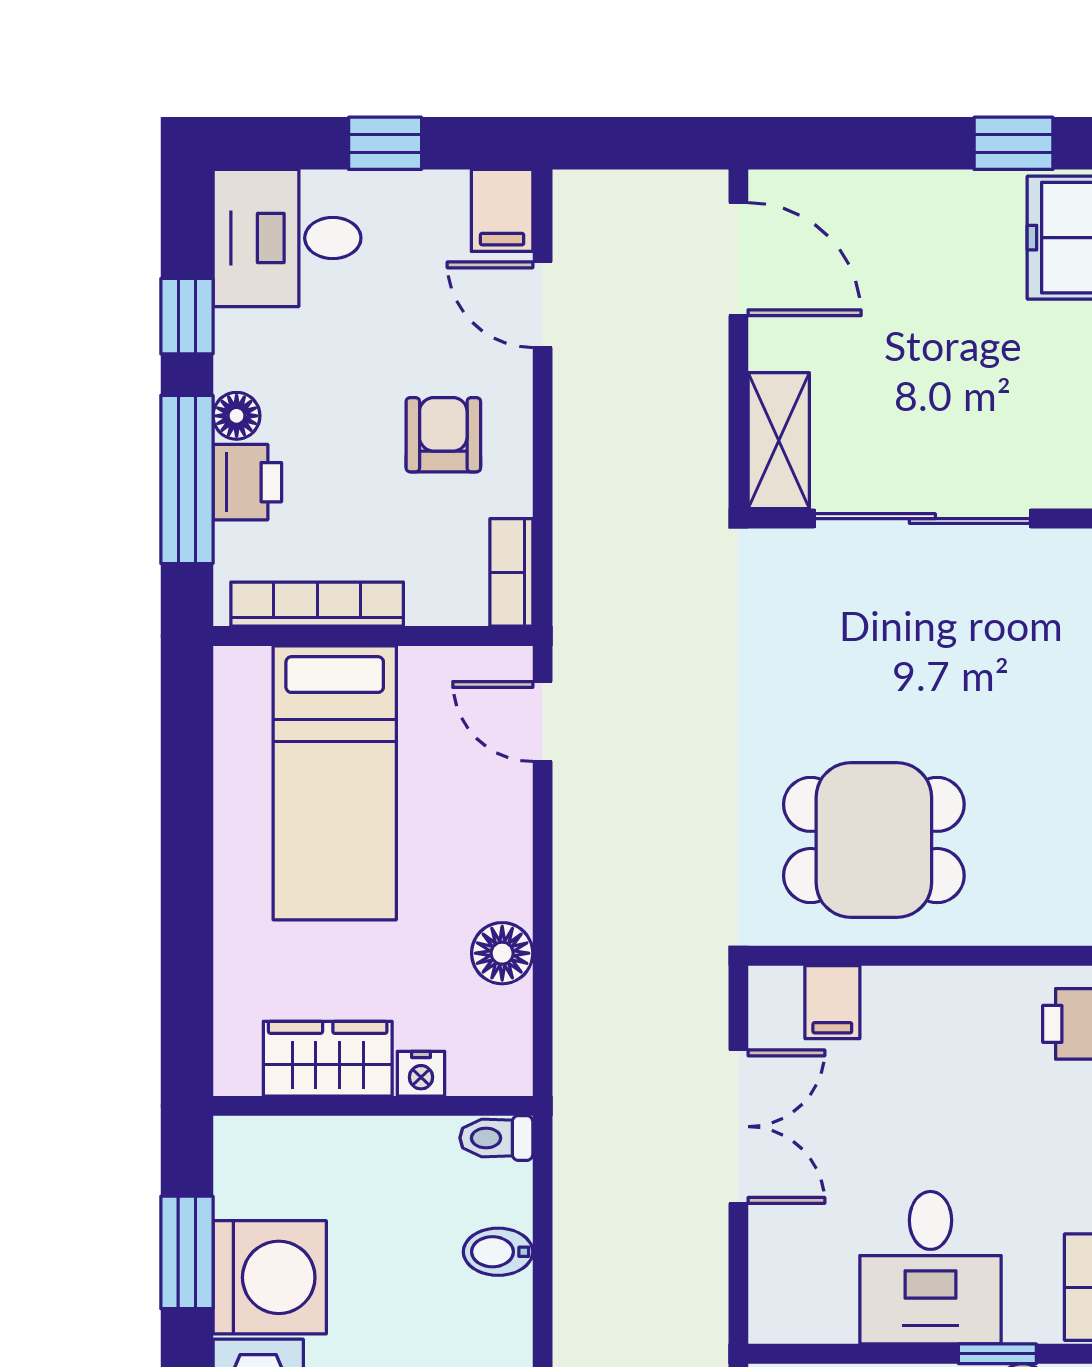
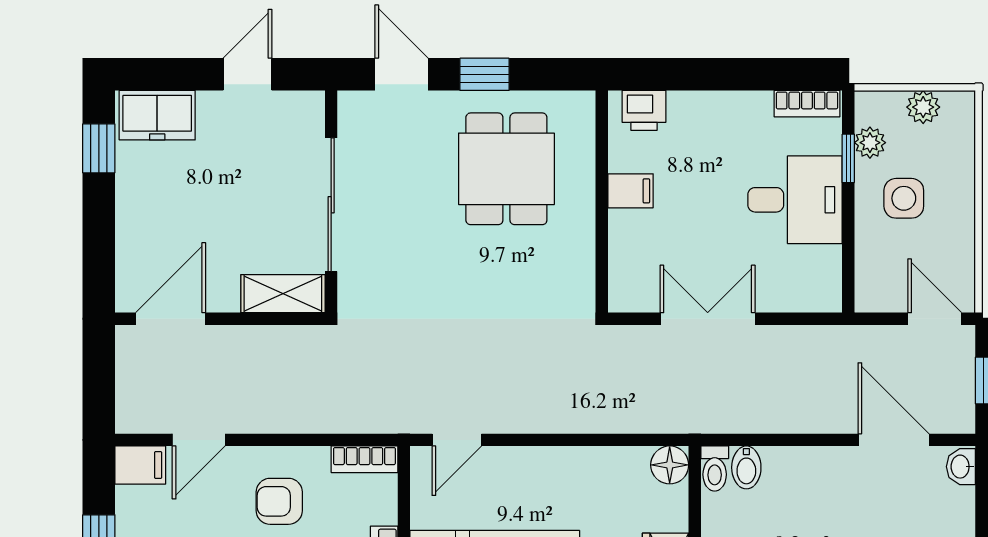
dining table: (874, 840) -> (506, 169), moved
floor lamp: (502, 953) -> (670, 465), moved
filing cabinet: (832, 1002) -> (631, 191), moved
nightstand: (421, 1074) -> (675, 515), removed
bidet: (498, 1252) -> (746, 467), moved

